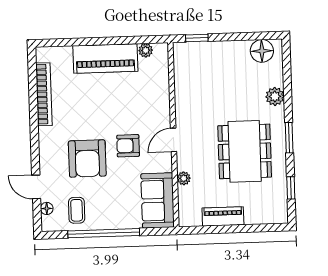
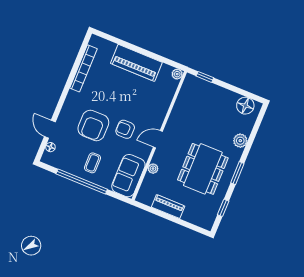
plant: (146, 50) -> (177, 74), moved
coffee table: (77, 210) -> (92, 163), moved

